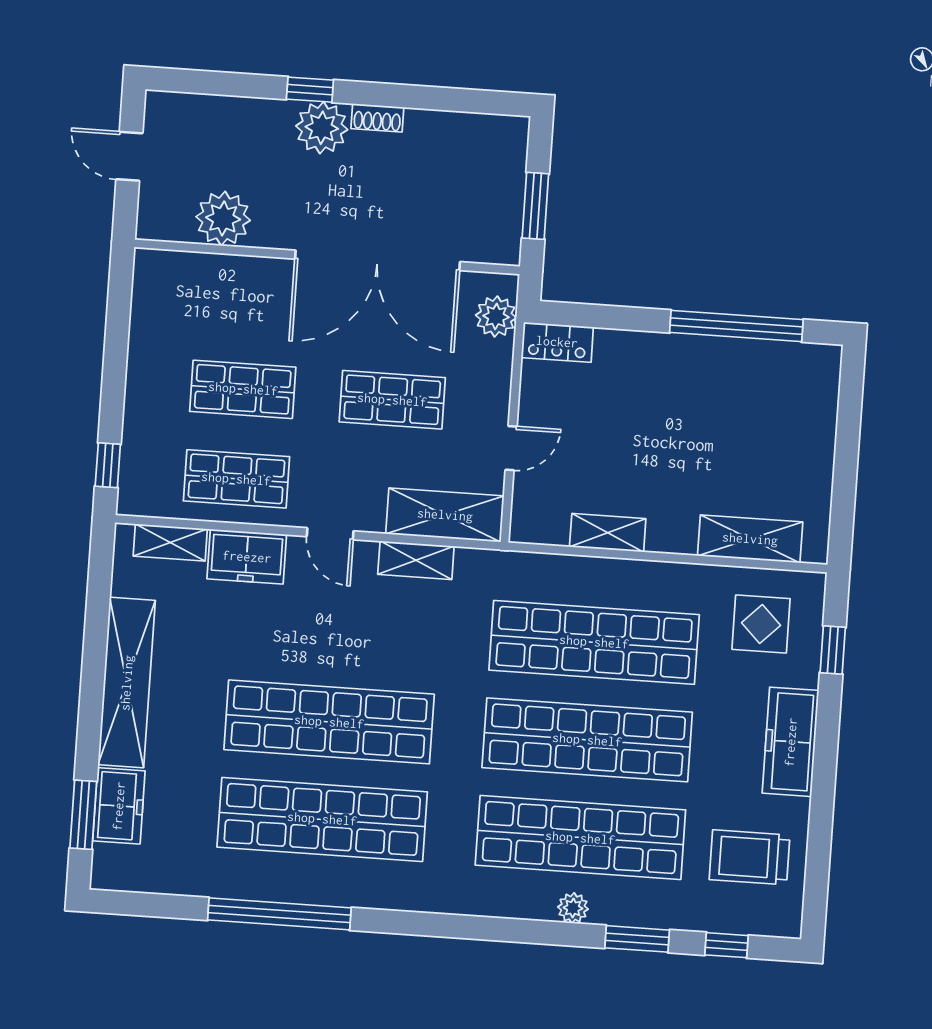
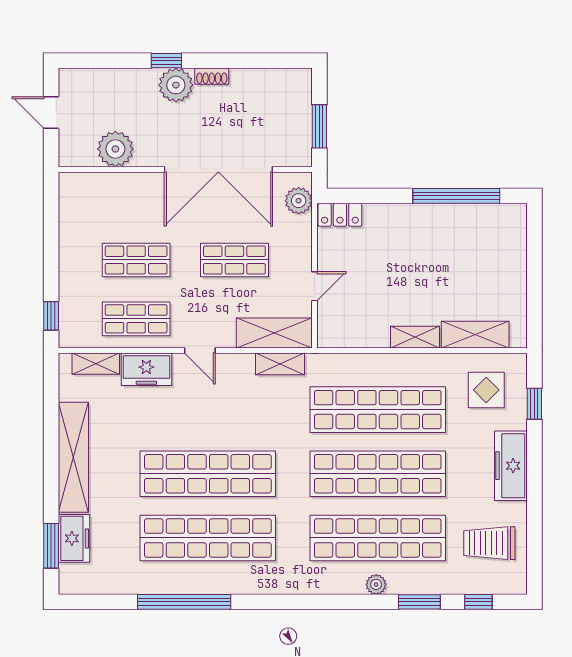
shelving: (608, 533) -> (415, 337), moved
shelving: (416, 560) -> (280, 364), moved

